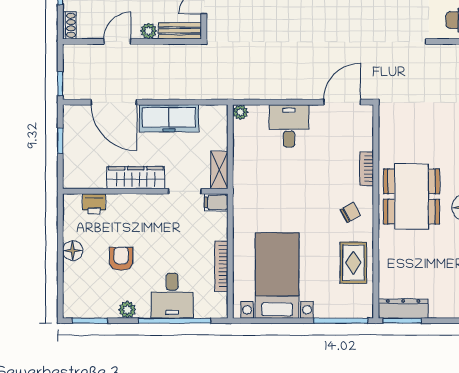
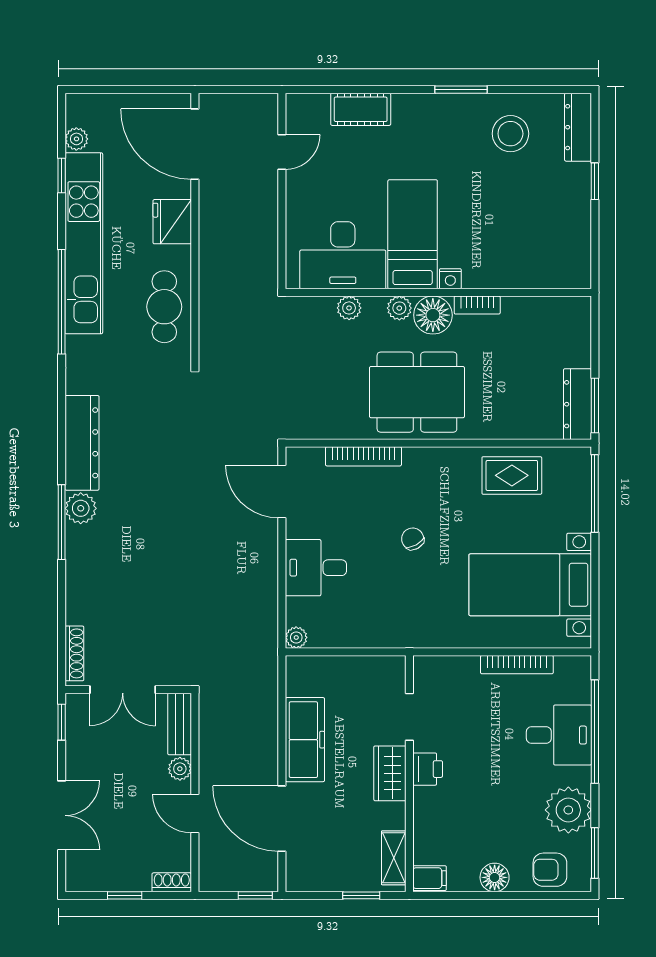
door: (114, 102) -> (282, 819), swing flipped
window: (60, 141) -> (361, 895), moved
bookcase: (367, 169) -> (363, 456), width x1.56
shelving: (219, 170) -> (394, 858), moved, turned 90
wardrobe: (136, 178) -> (390, 773), width x0.67
filing cabinet: (216, 202) -> (430, 878), moved, turned -90
printer: (94, 204) -> (428, 769), moved
chair: (350, 212) -> (413, 539), moved
armchair: (121, 259) -> (550, 870), moved
plant: (127, 310) -> (568, 810), width x1.87, depth x1.87

